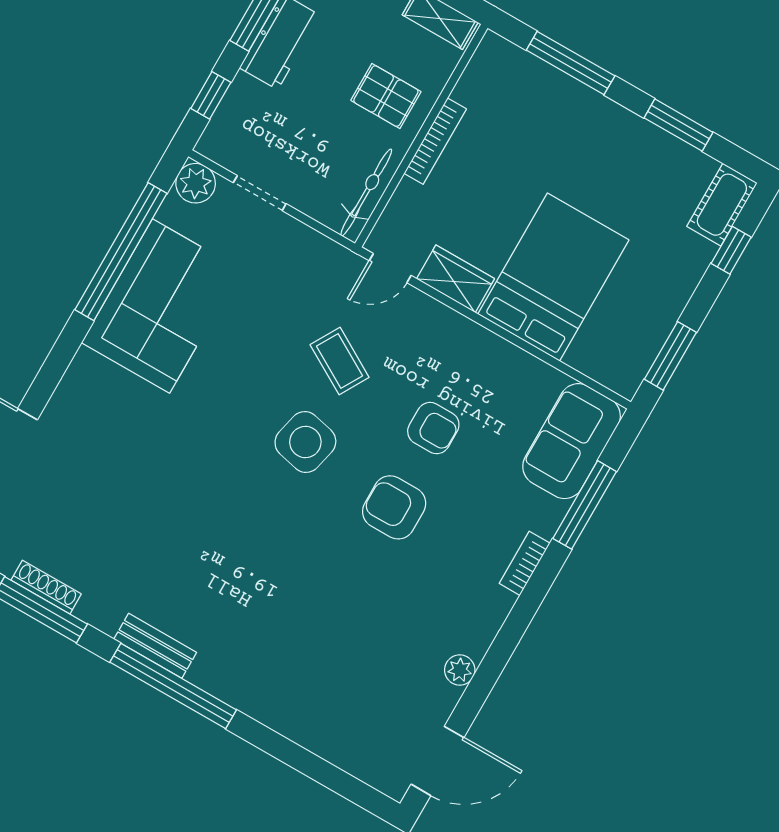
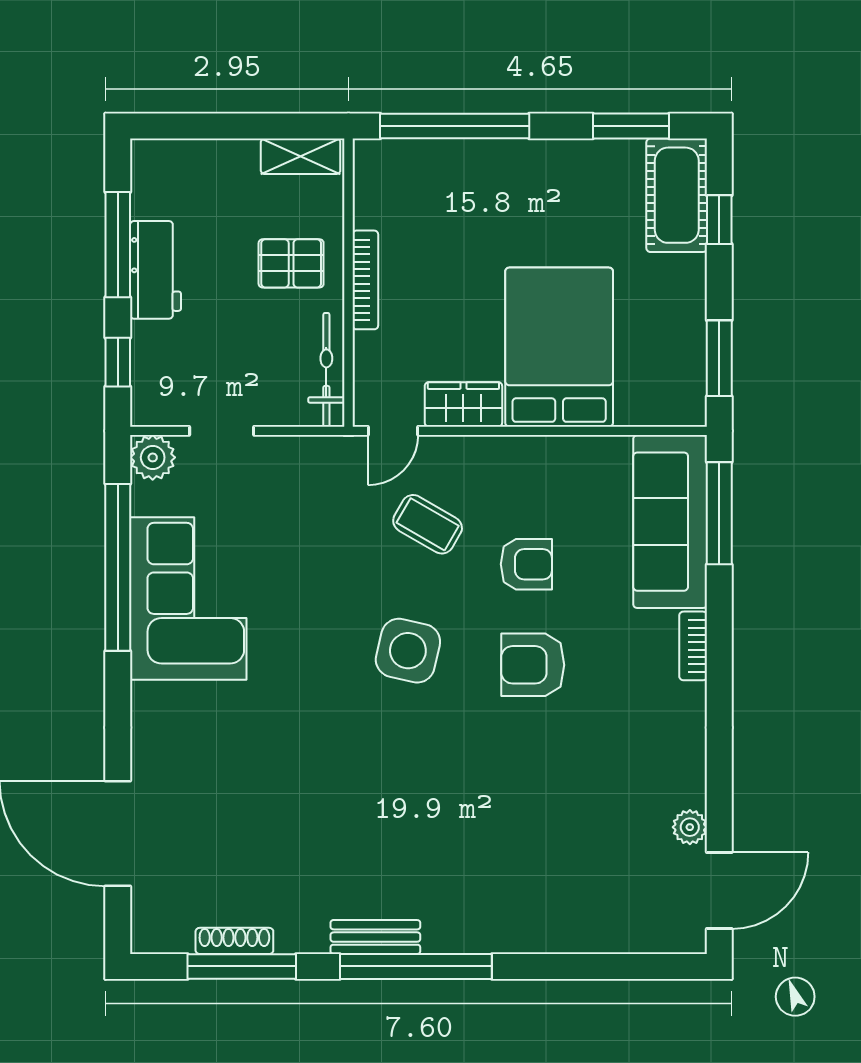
window: (571, 63) -> (455, 126), width x1.46
window: (678, 125) -> (631, 126), moved
cot: (722, 205) -> (677, 195), width x1.37, depth x1.34
coffee table: (340, 361) -> (428, 524), moved
sofa: (572, 441) -> (670, 522), width x1.36
window: (585, 505) -> (719, 513), moved
plant: (460, 670) -> (690, 827), moved

